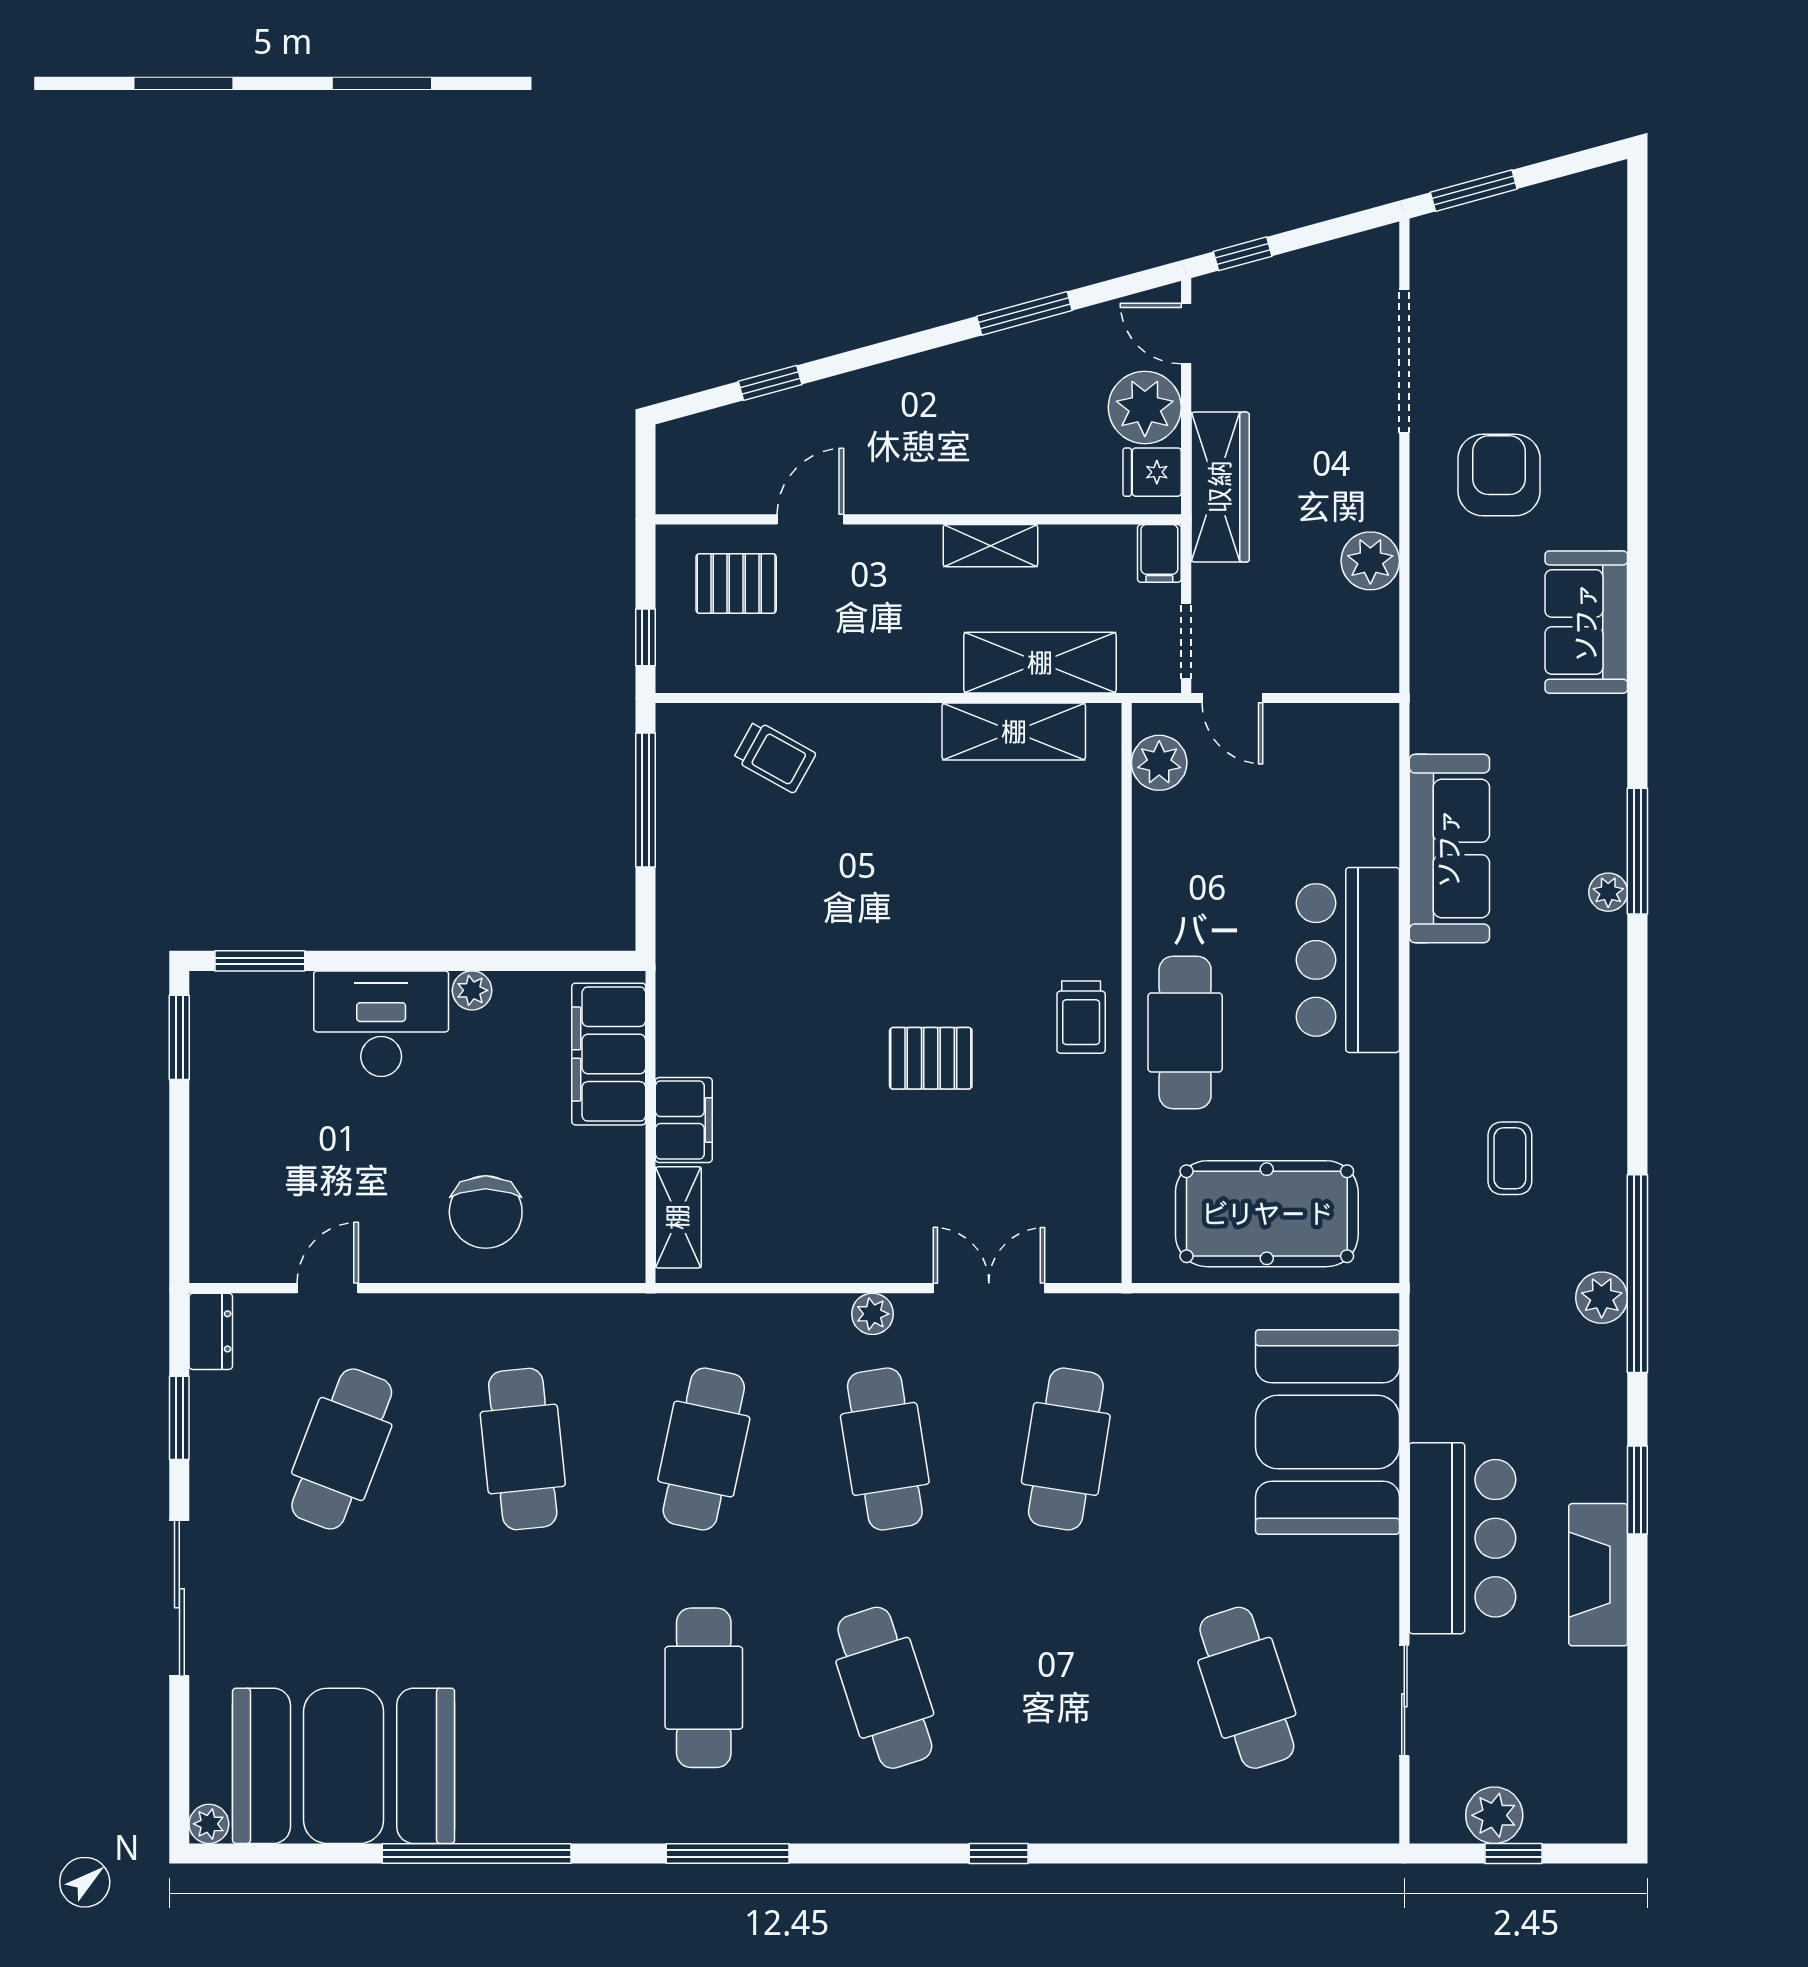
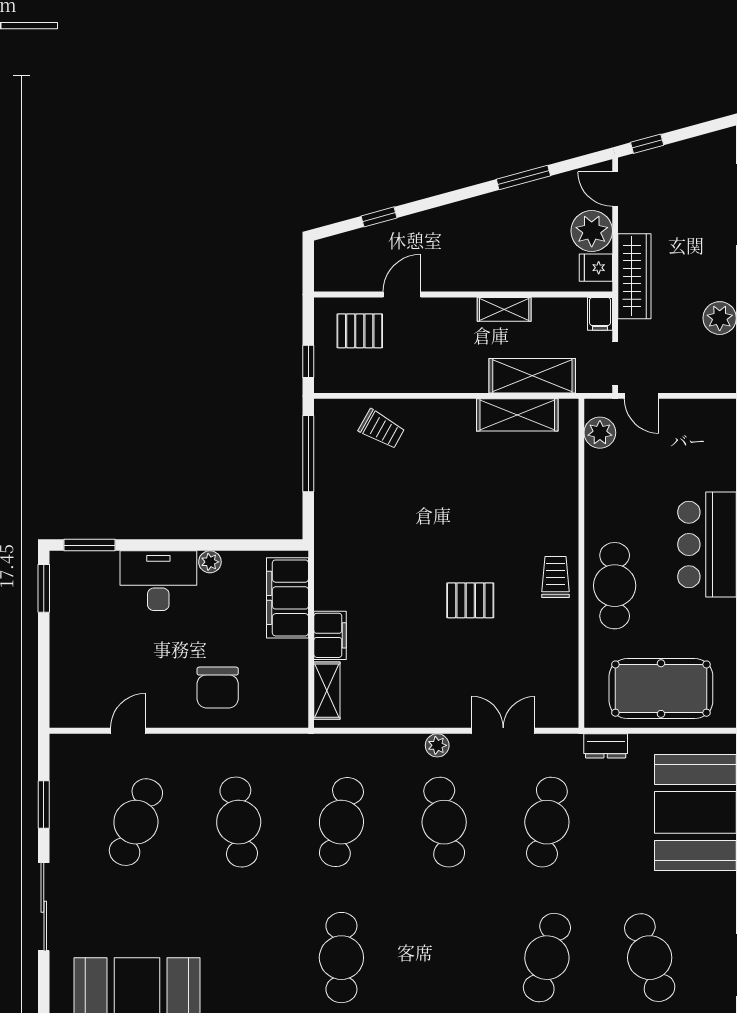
trolley: (1081, 1017) -> (556, 577), turned 180
dresser: (211, 1331) -> (606, 746), moved, turned 90
cafe table: (885, 1688) -> (547, 958), moved, turned 33

